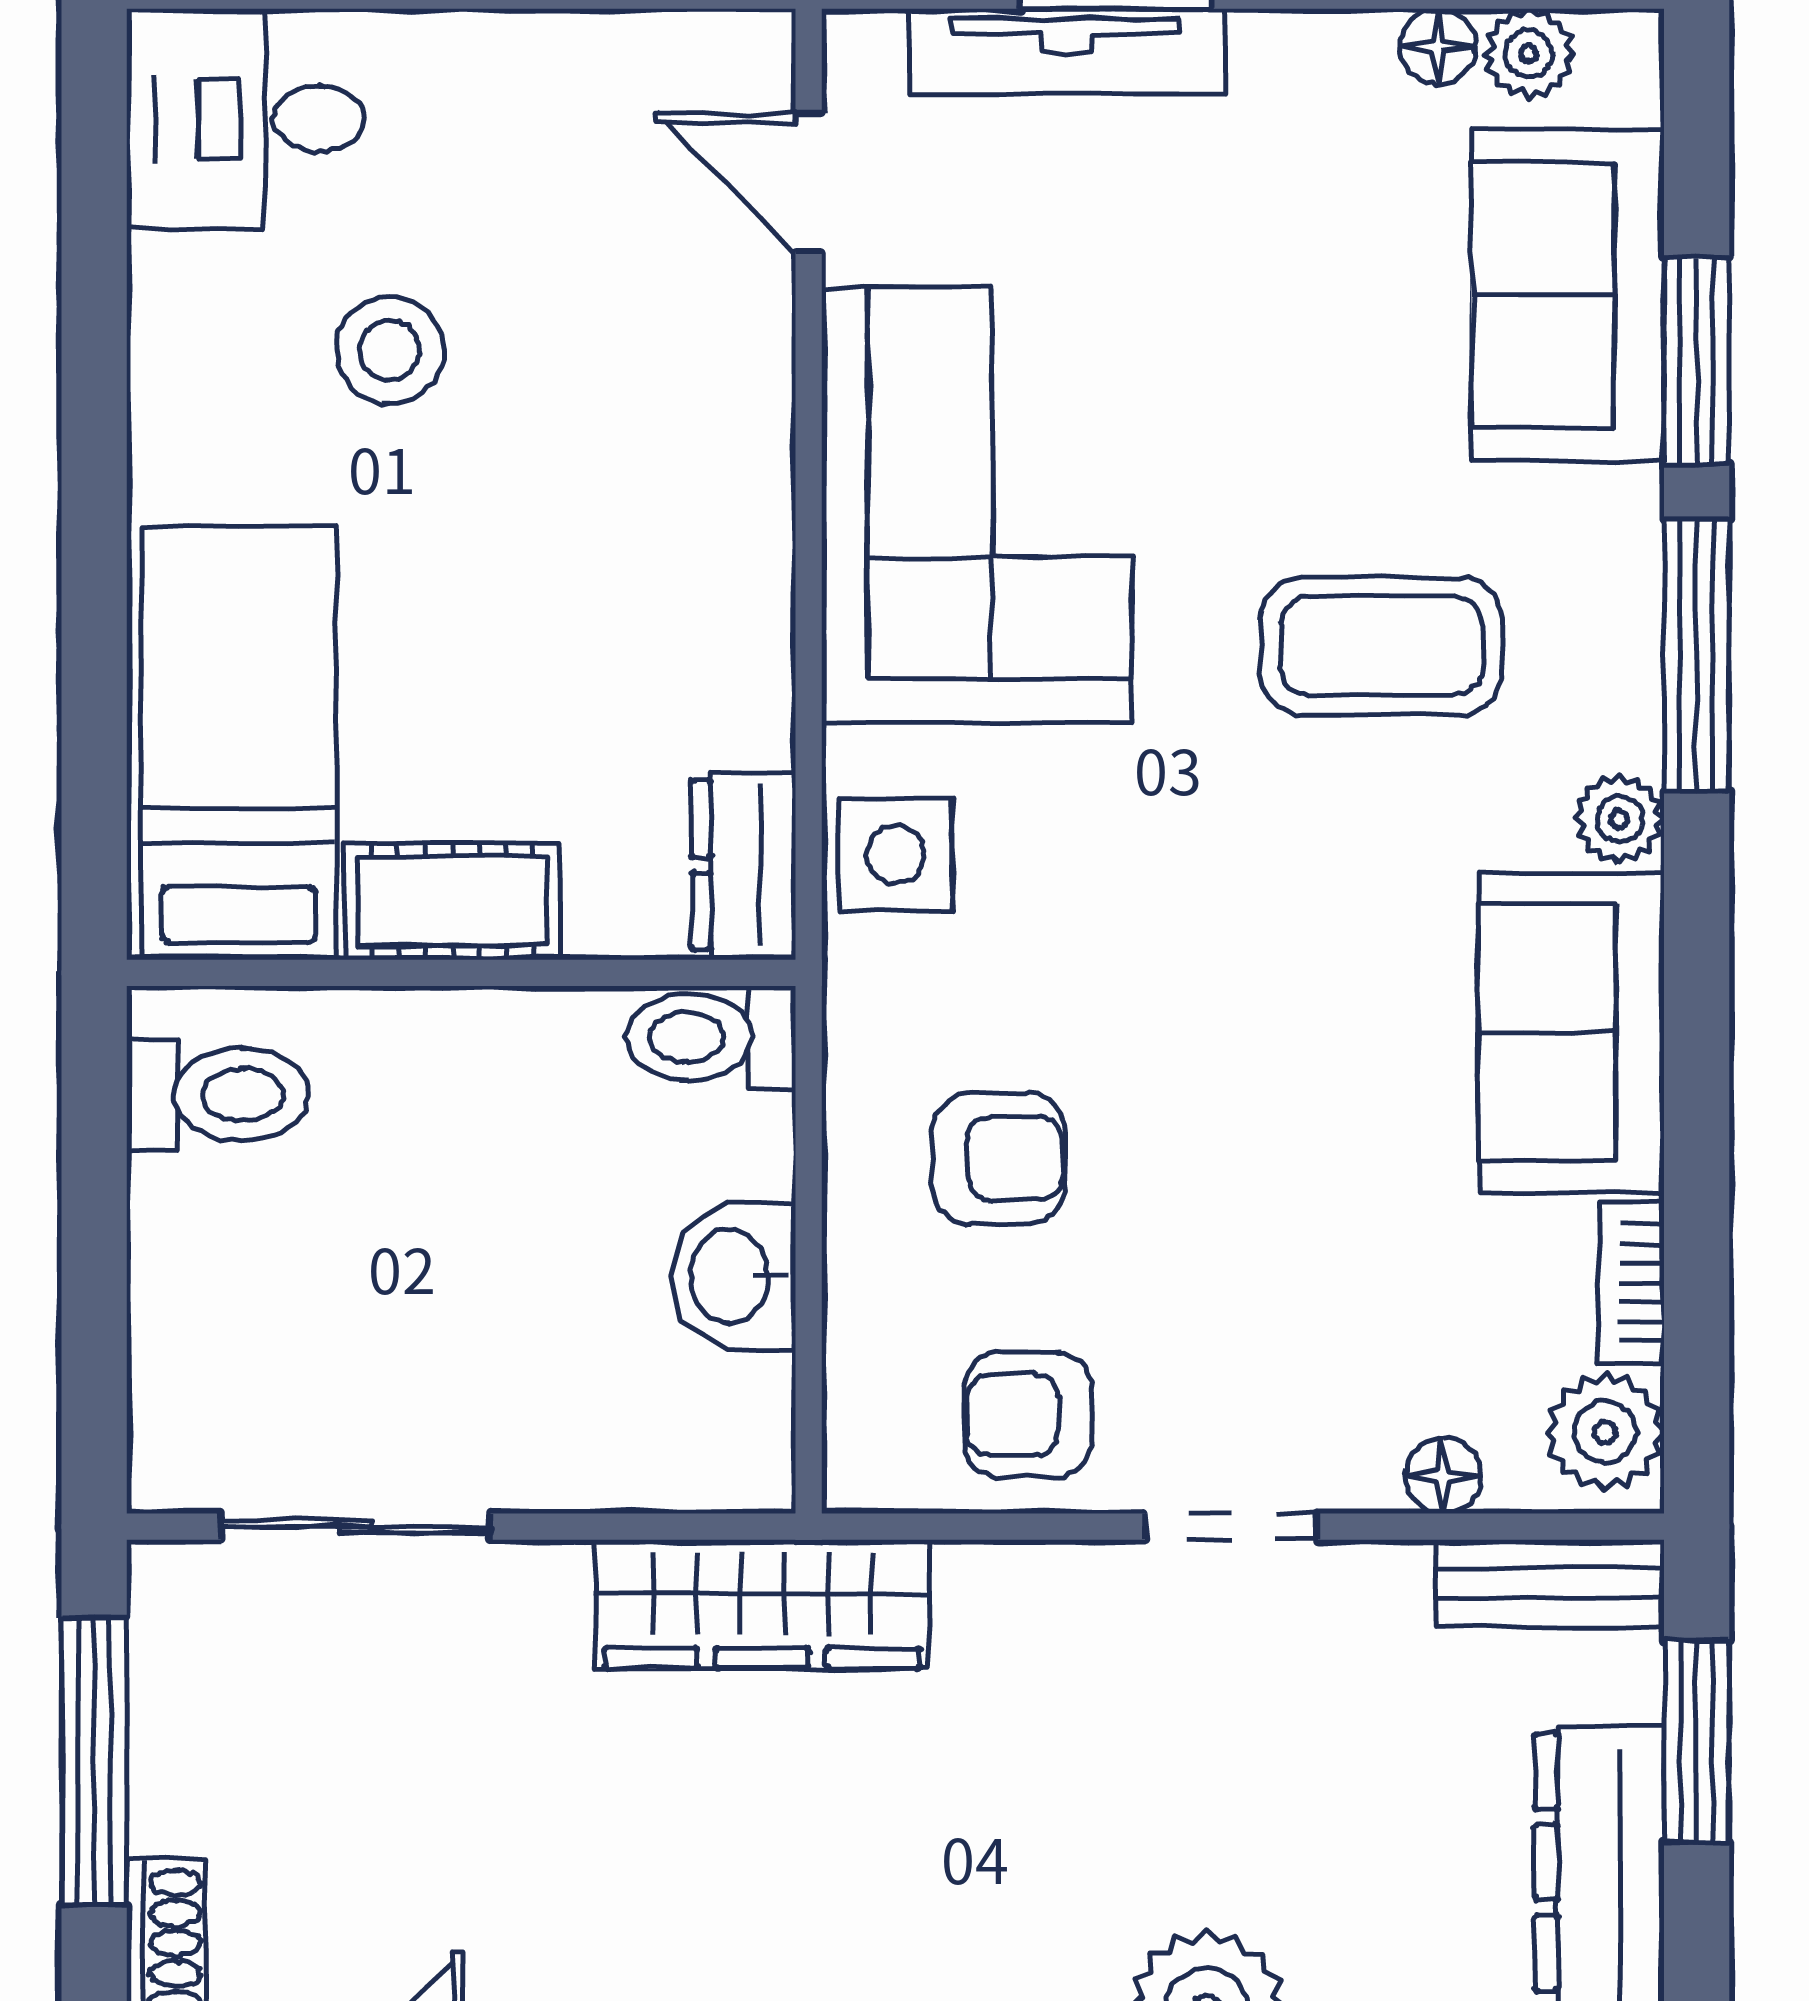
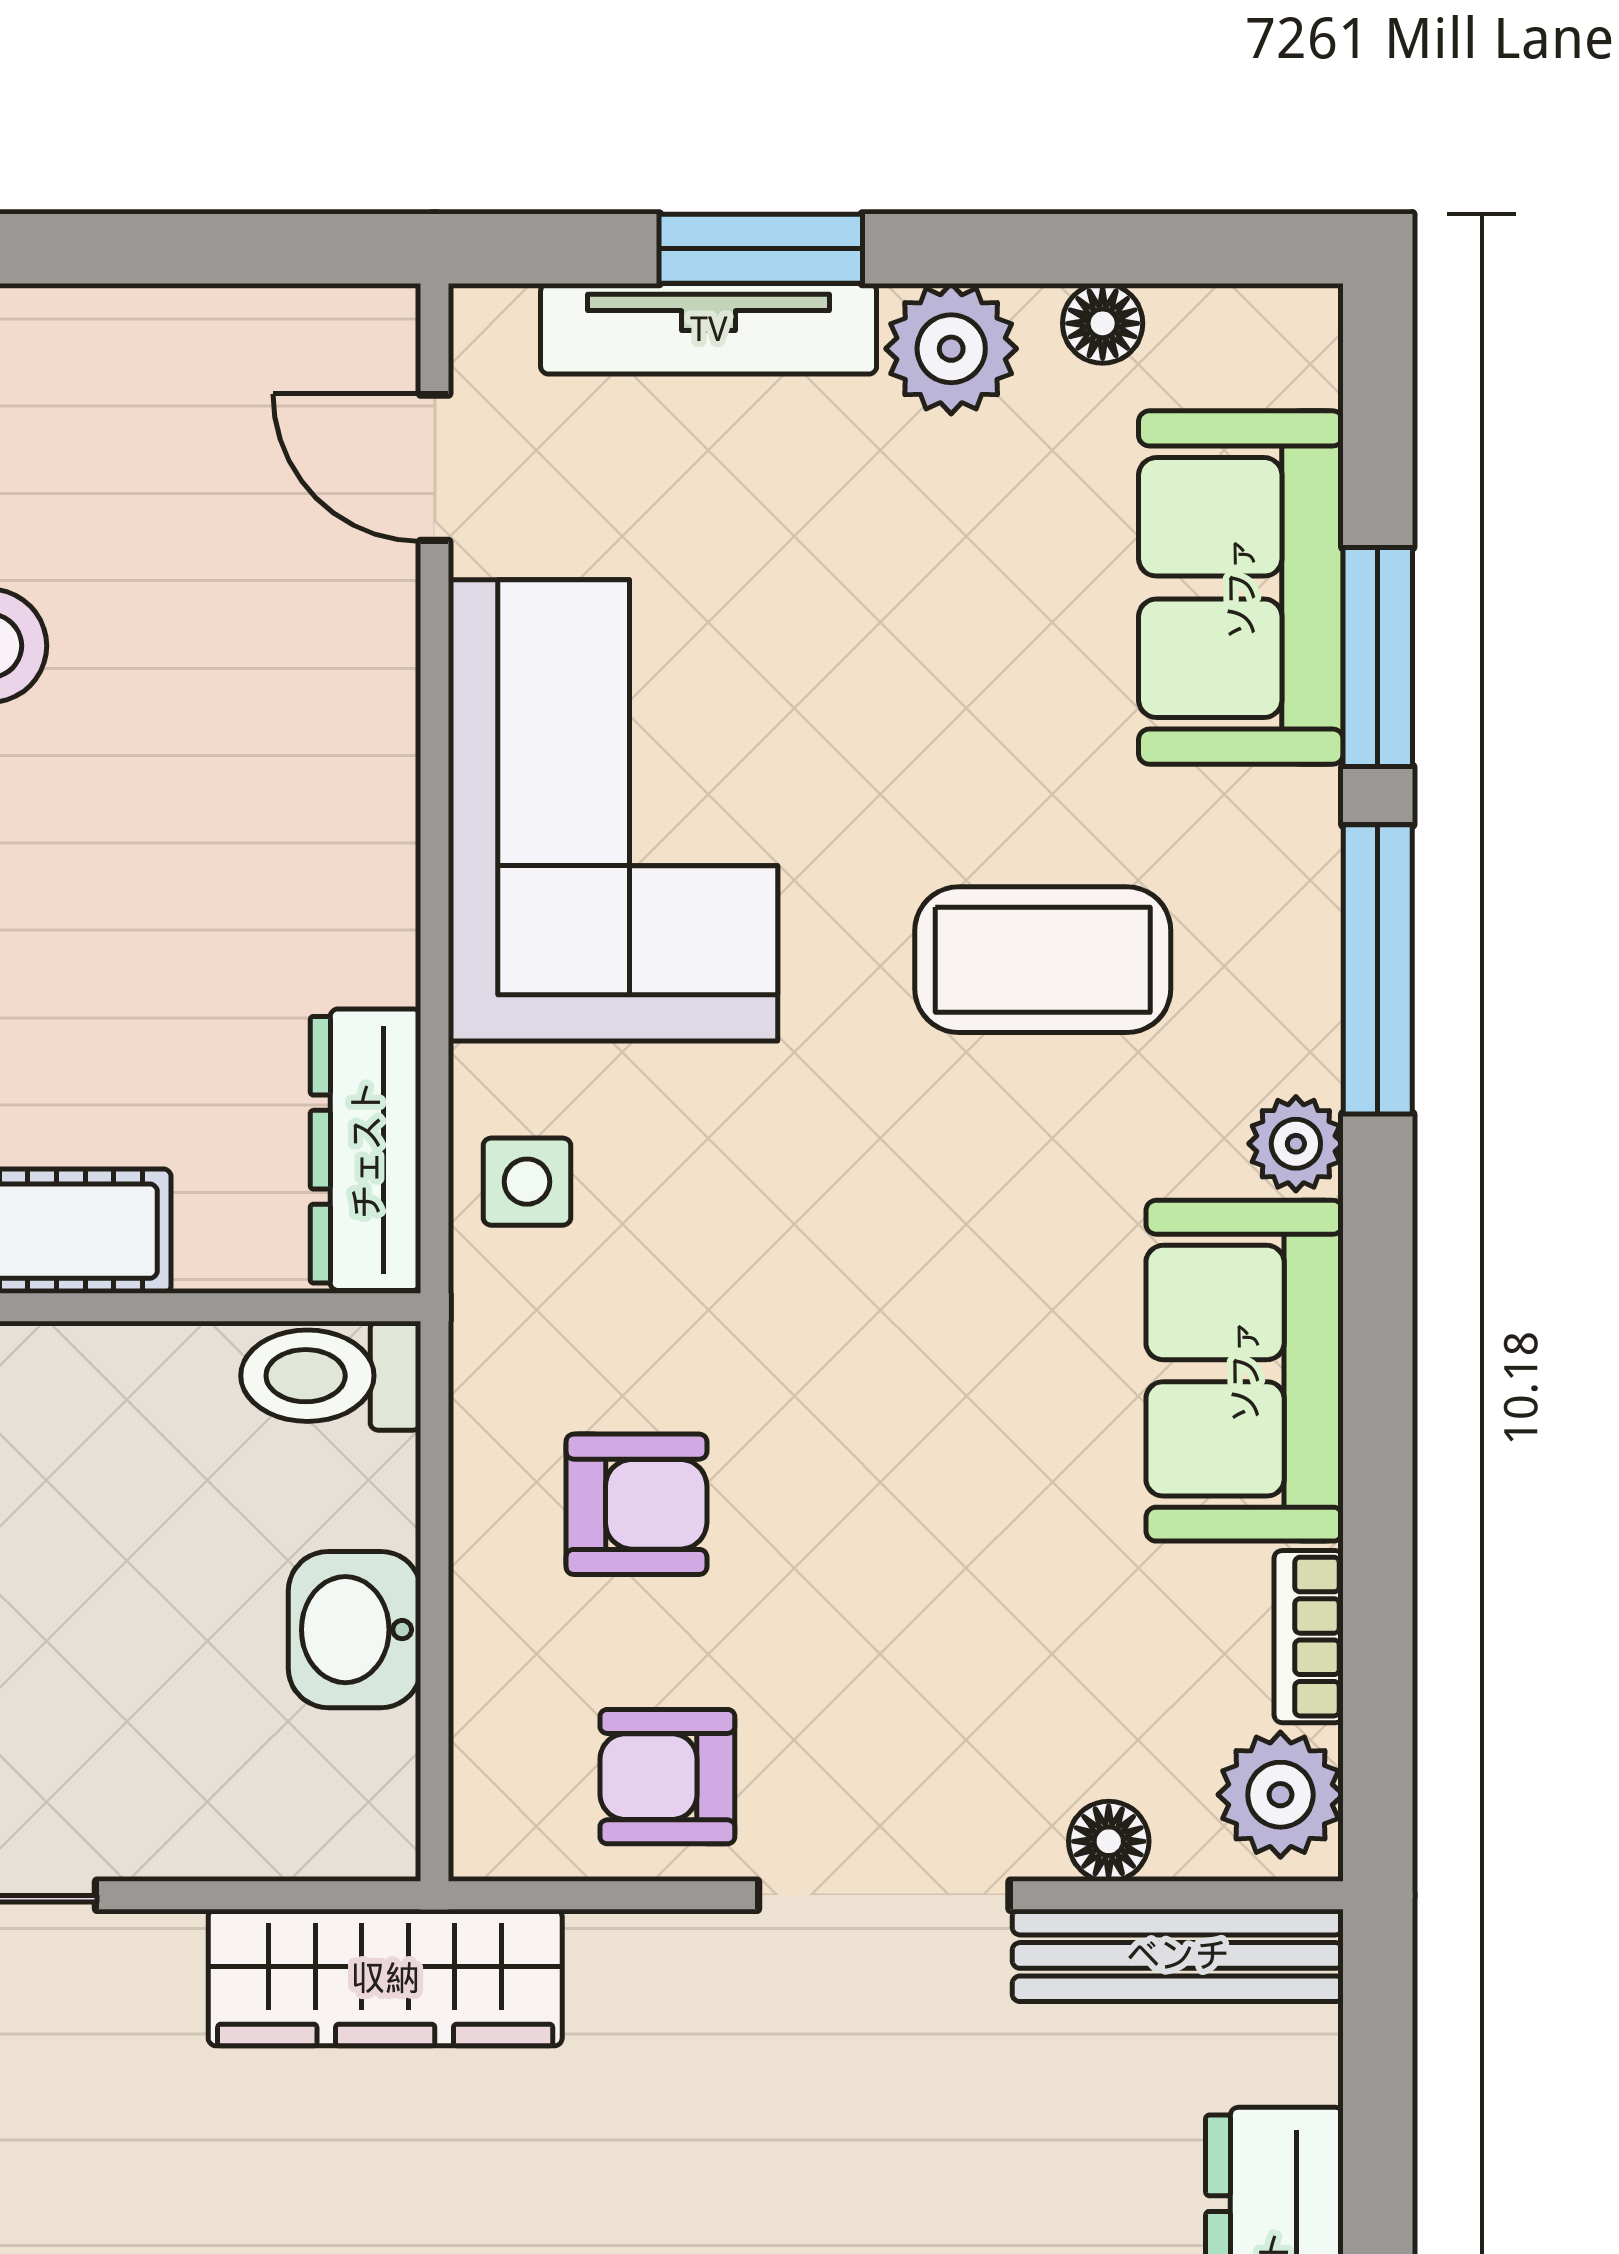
plant: (1529, 54) -> (951, 349), moved, width x1.38, depth x1.38
side table: (896, 855) -> (527, 1182), width x0.73, depth x0.73
dresser: (744, 865) -> (366, 1150), width x1.44
doorway: (1231, 1527) -> (884, 1895), width x1.38
bench: (1550, 1583) -> (1178, 1955), width x1.36
window: (1697, 1742) -> (1378, 2124), removed

